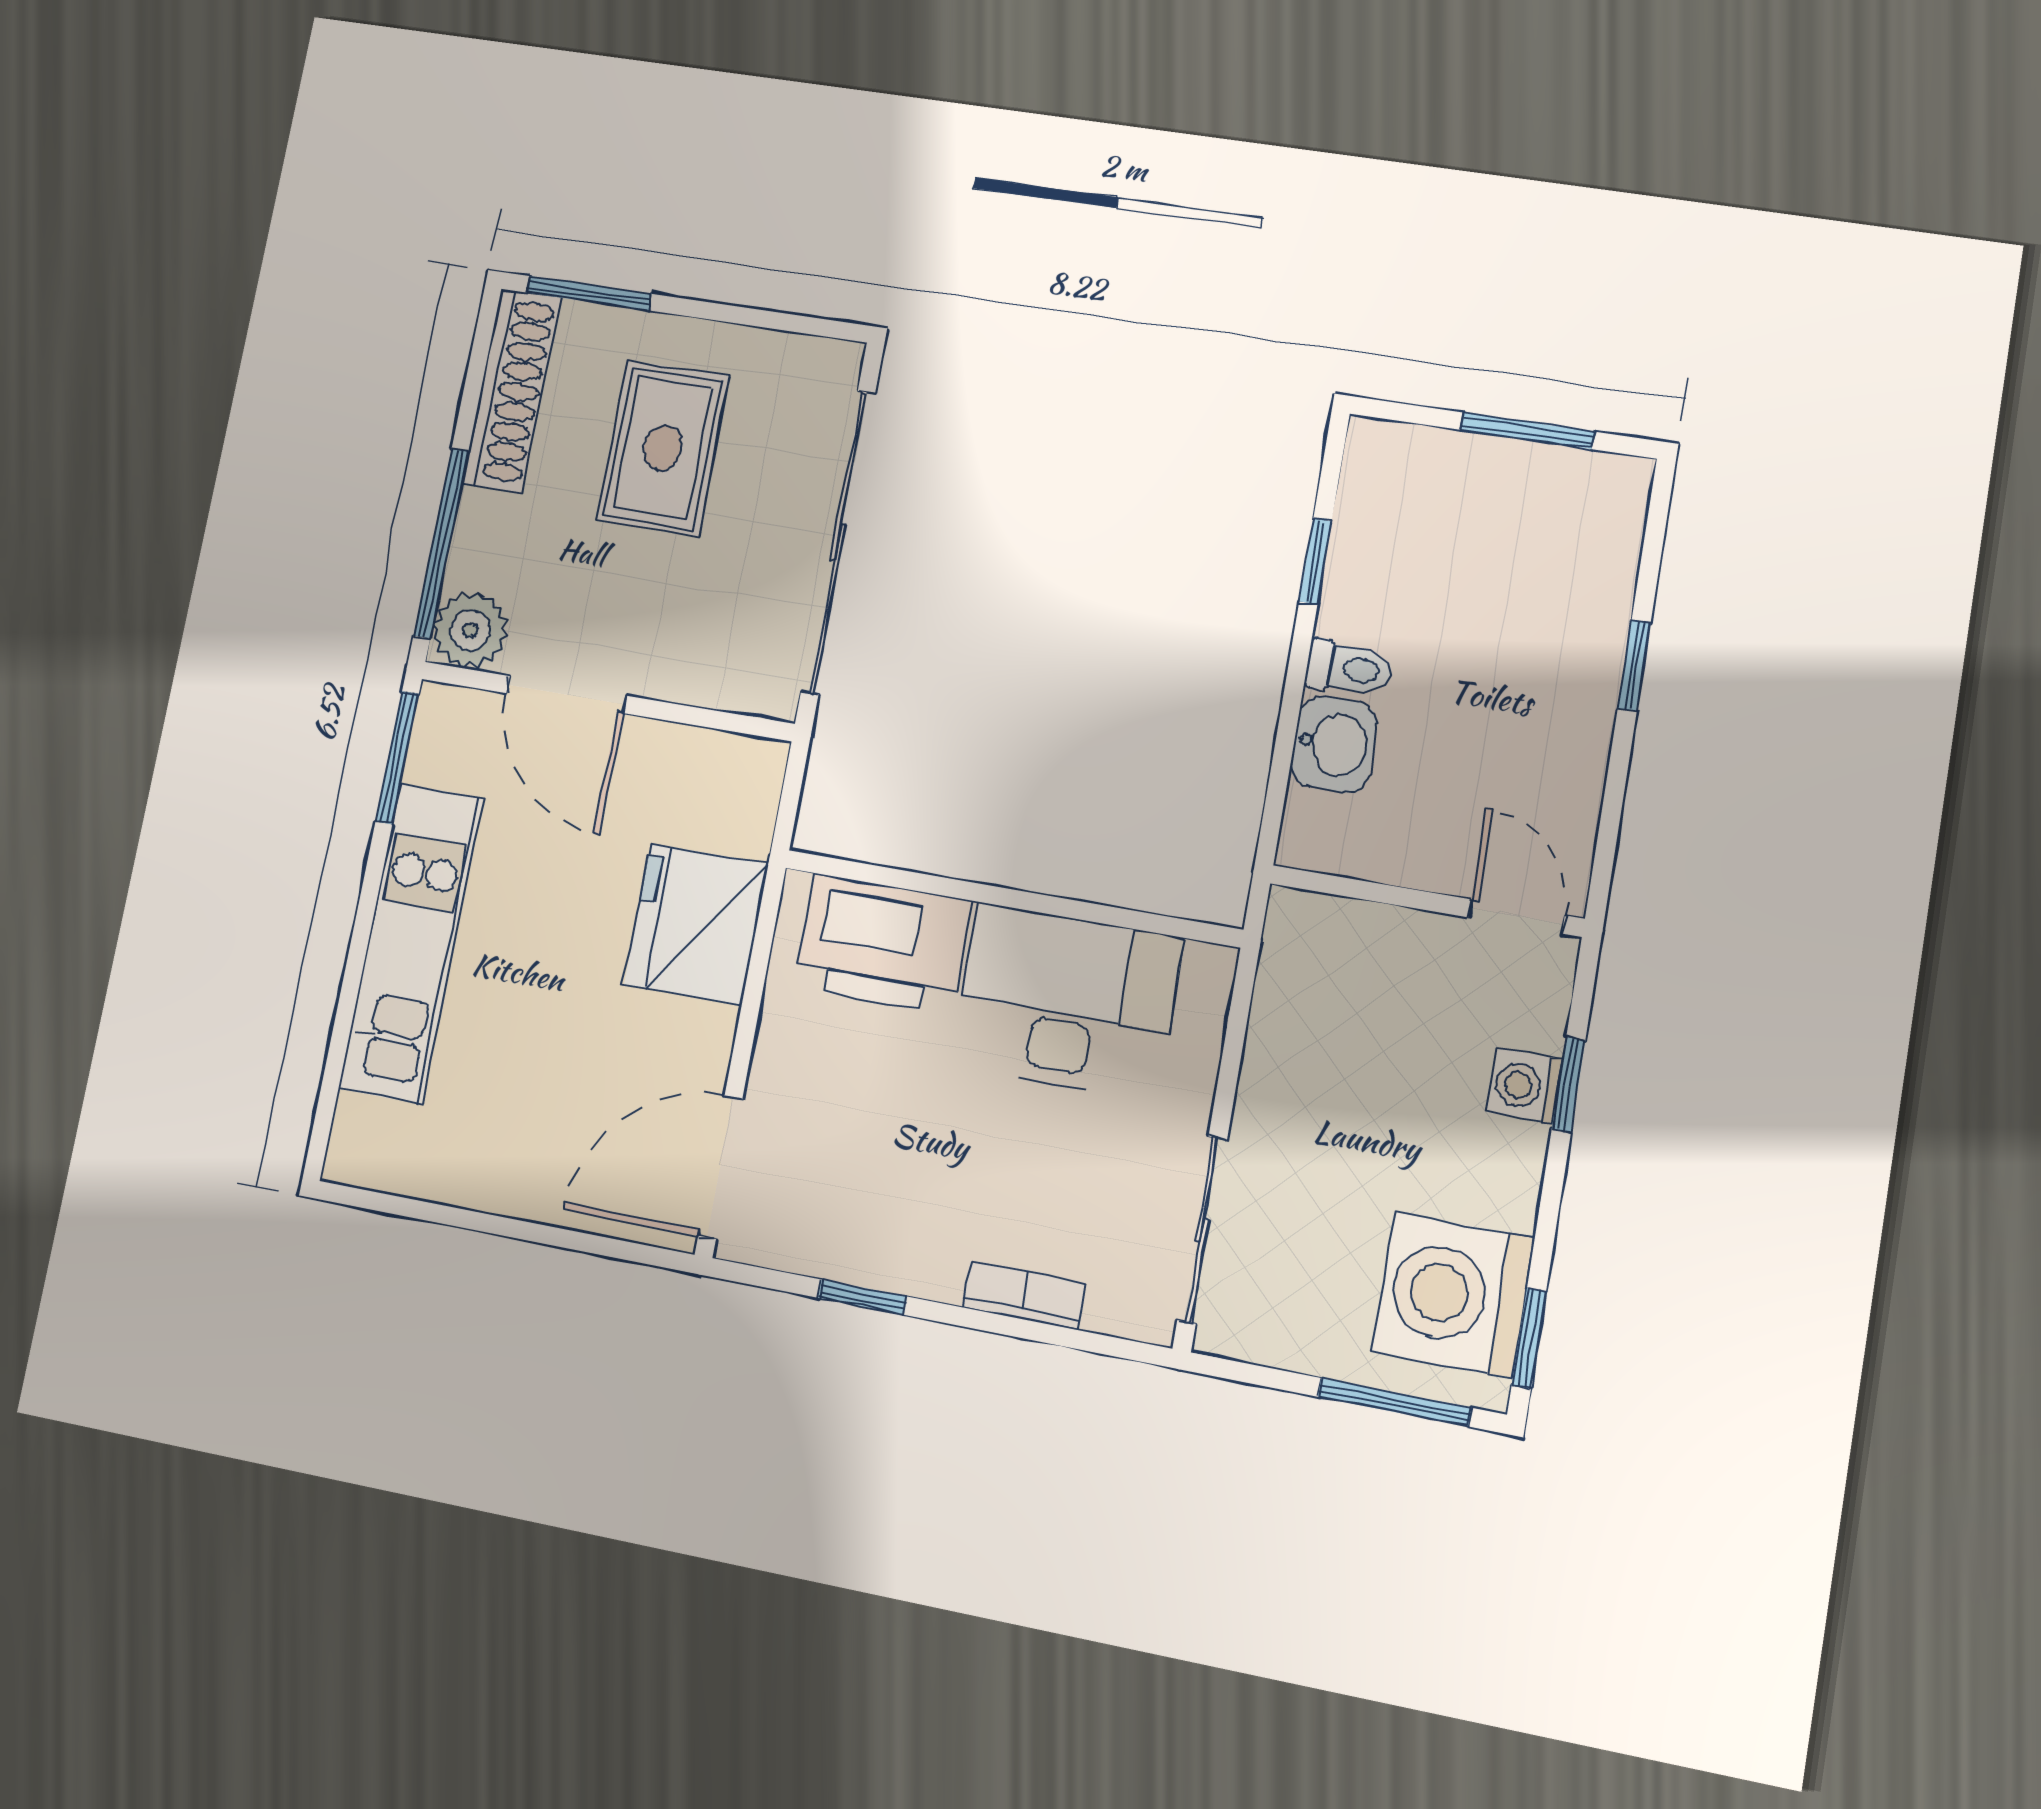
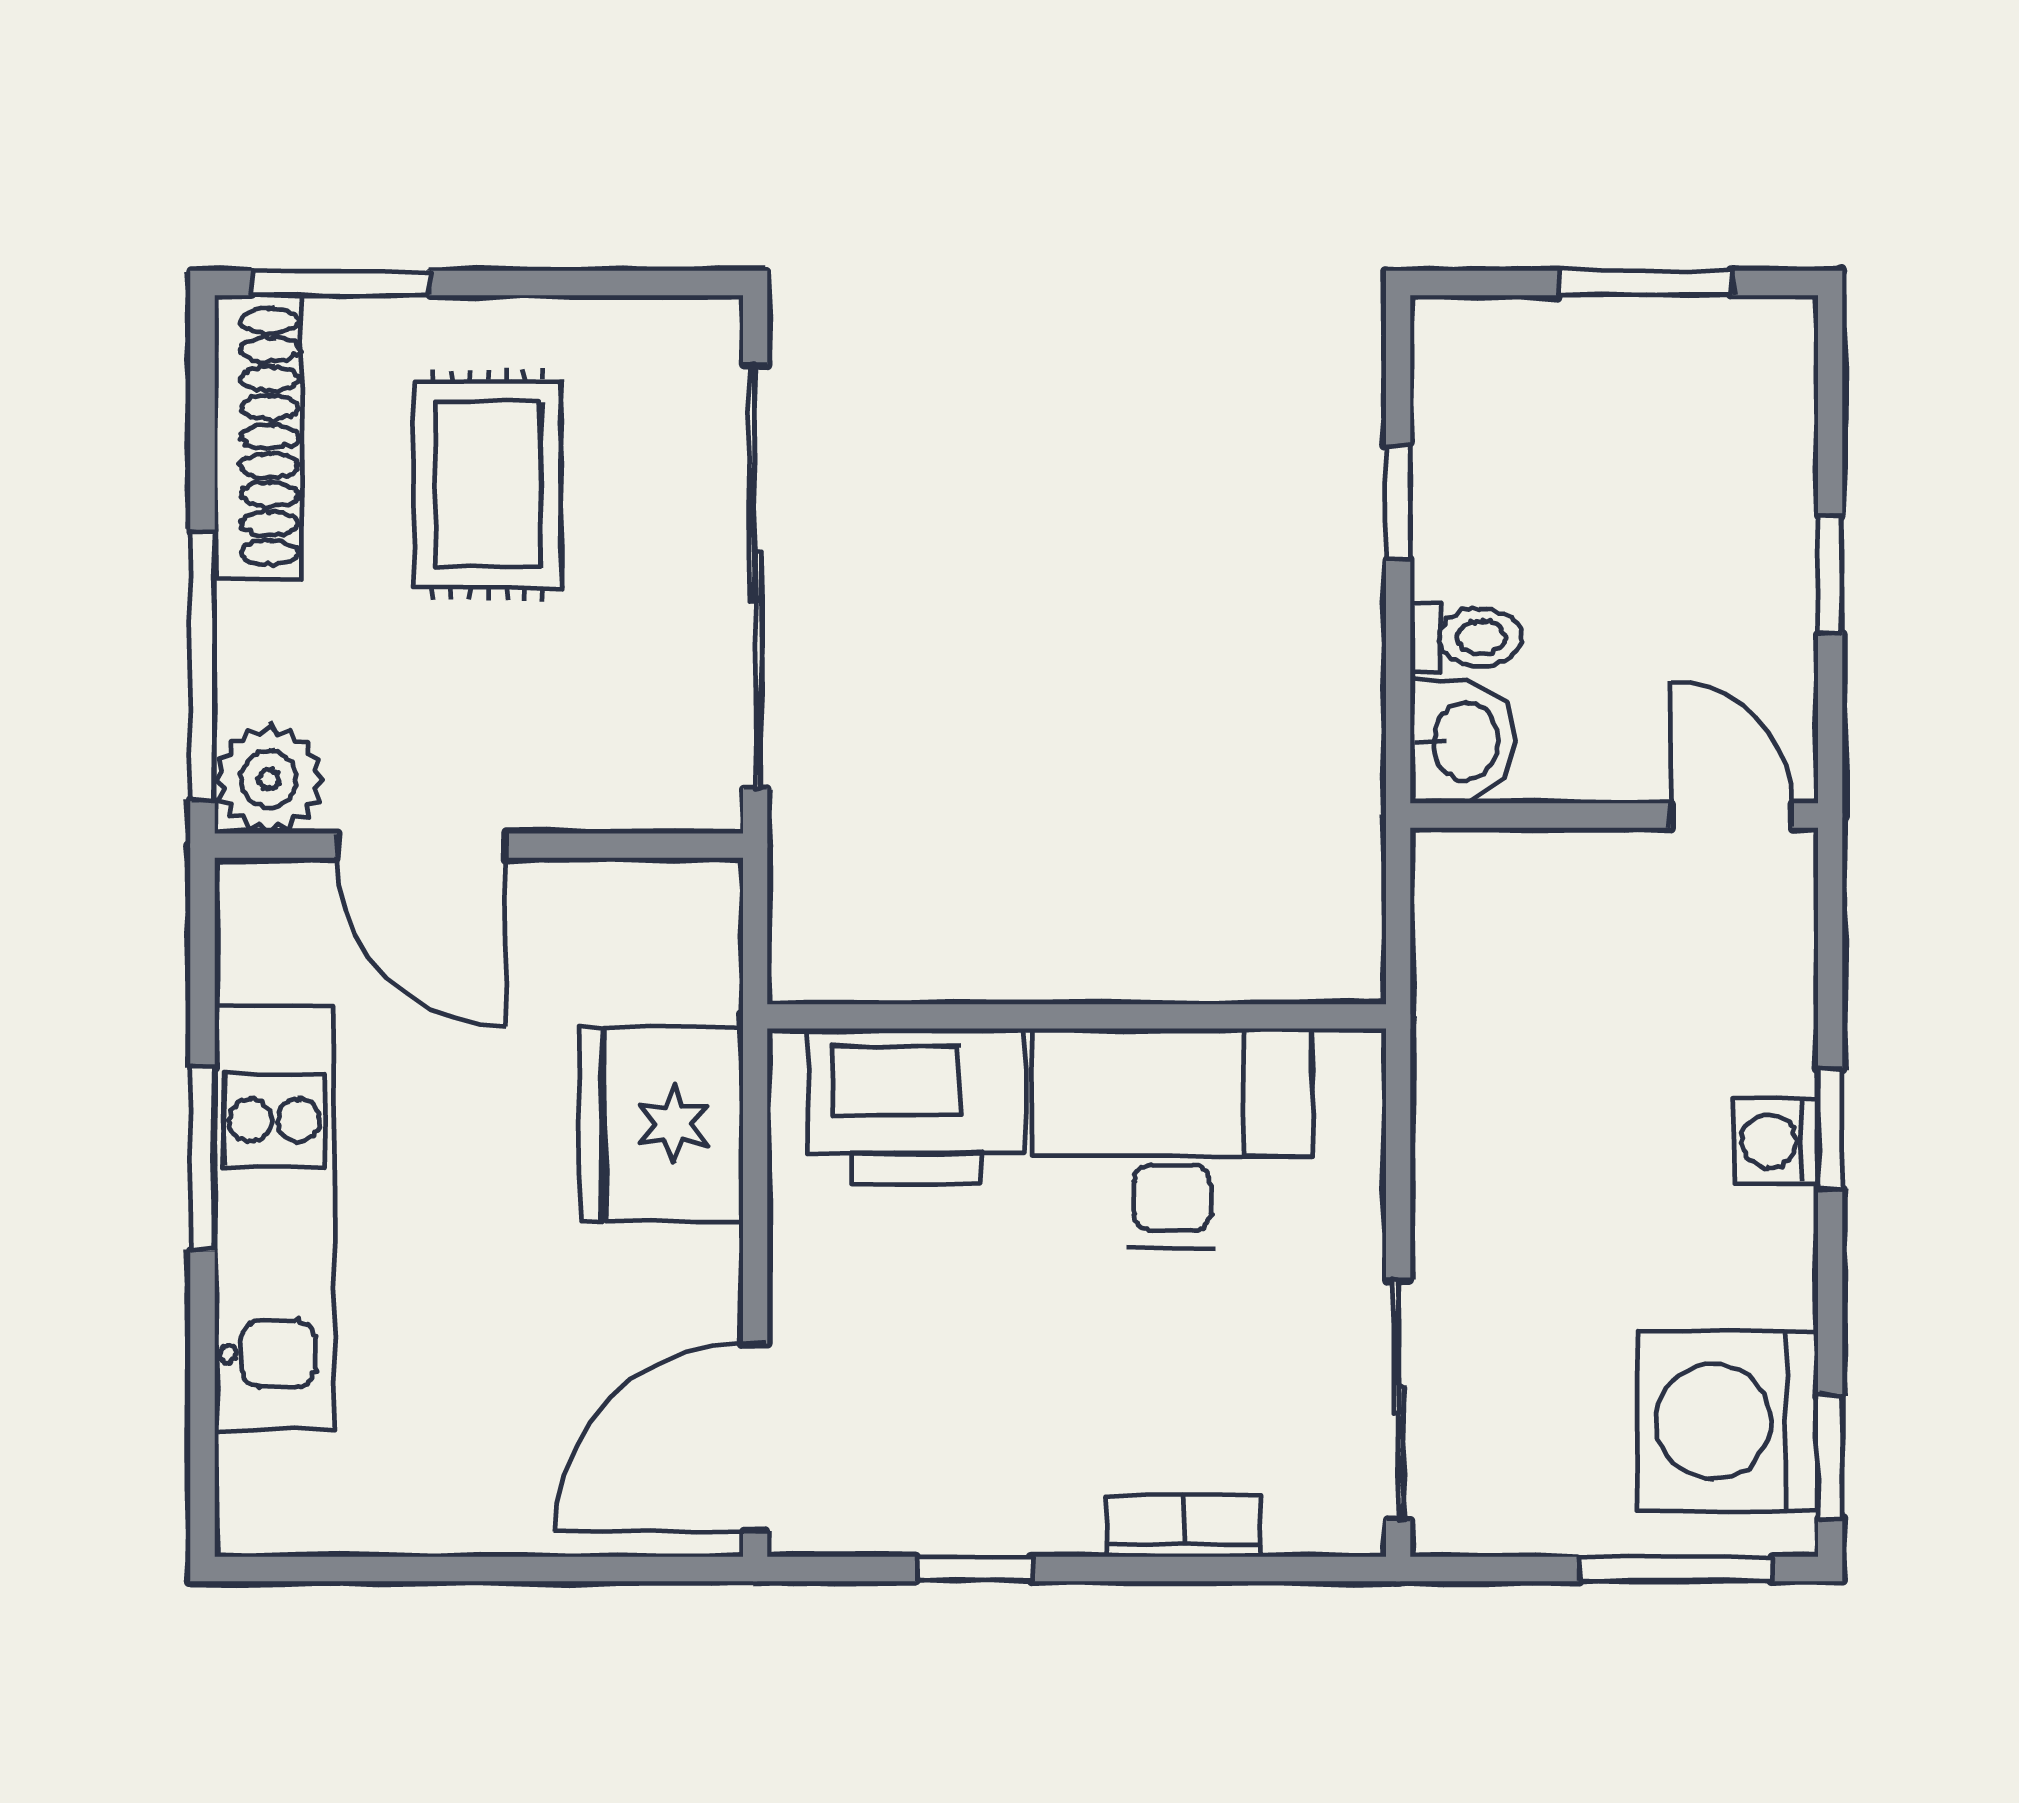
window: (397, 758) -> (203, 1158), moved
wall: (1426, 901) -> (1614, 815), moved
door: (1517, 916) -> (1732, 815), moved

